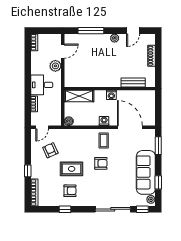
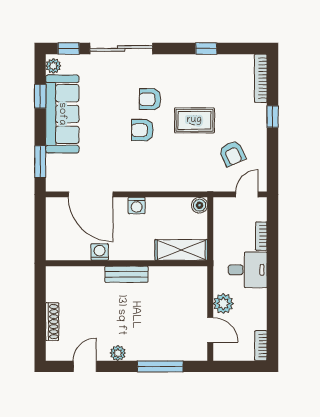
door: (63, 51) -> (210, 330), swing flipped
bench: (133, 82) -> (126, 274), moved
washing machine: (111, 95) -> (100, 252), moved
coffee table: (104, 140) -> (138, 171), removed
armchair: (70, 191) -> (150, 99), moved

